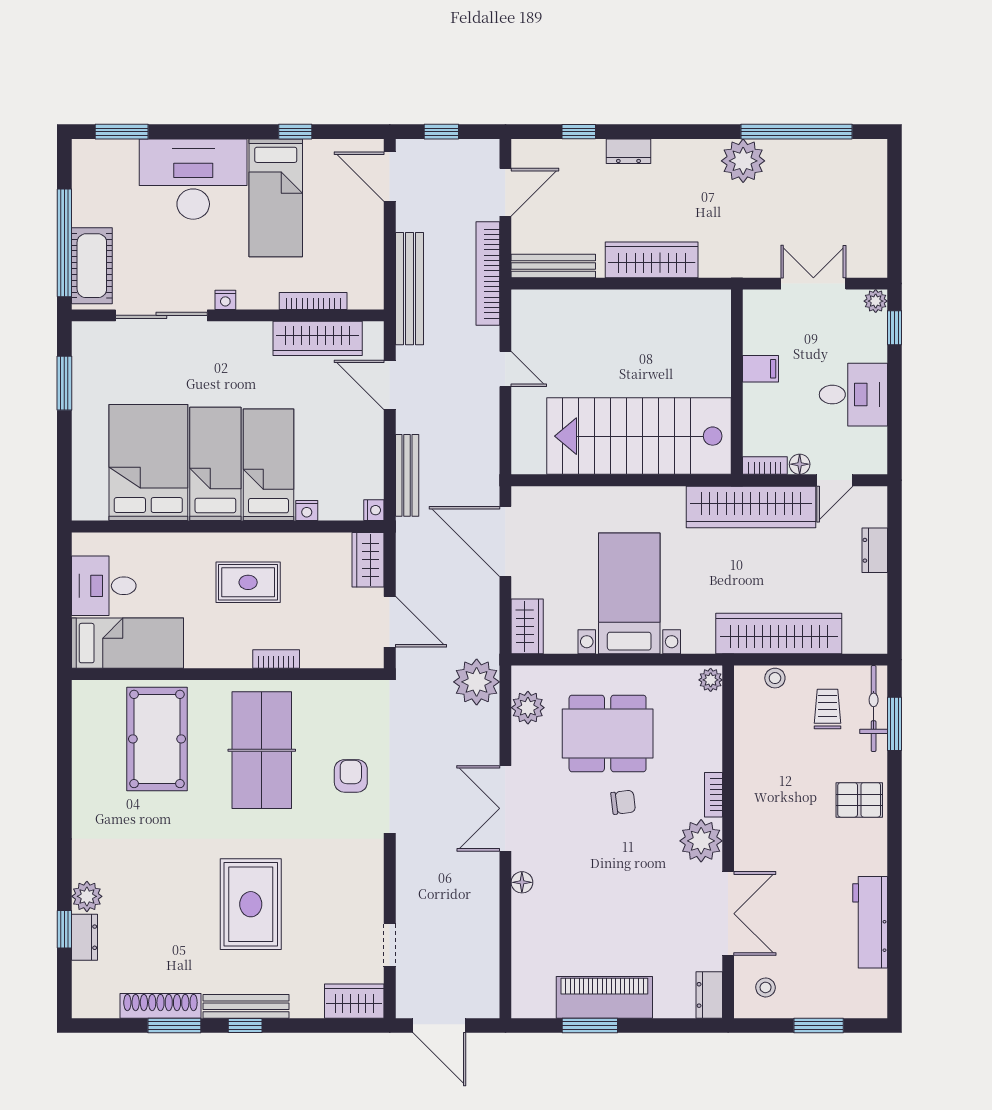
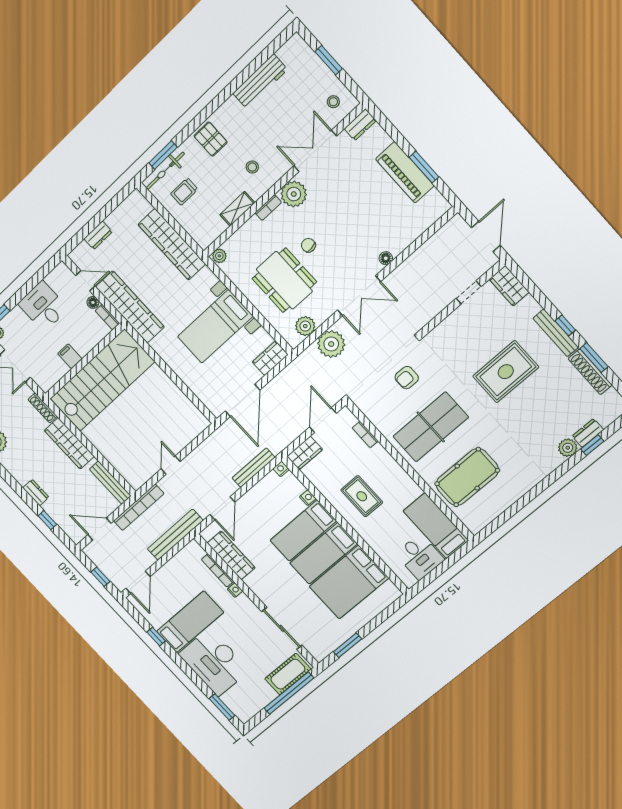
shoe rack: (728, 268) -> (43, 408), added
nightstand: (225, 300) -> (235, 590), moved
stairs: (639, 436) -> (102, 380), moved, turned -90
bookcase: (276, 659) -> (365, 434), moved
stool: (775, 678) -> (252, 167), moved
plant: (477, 682) -> (331, 344), moved
shelving: (747, 755) -> (237, 209), added

